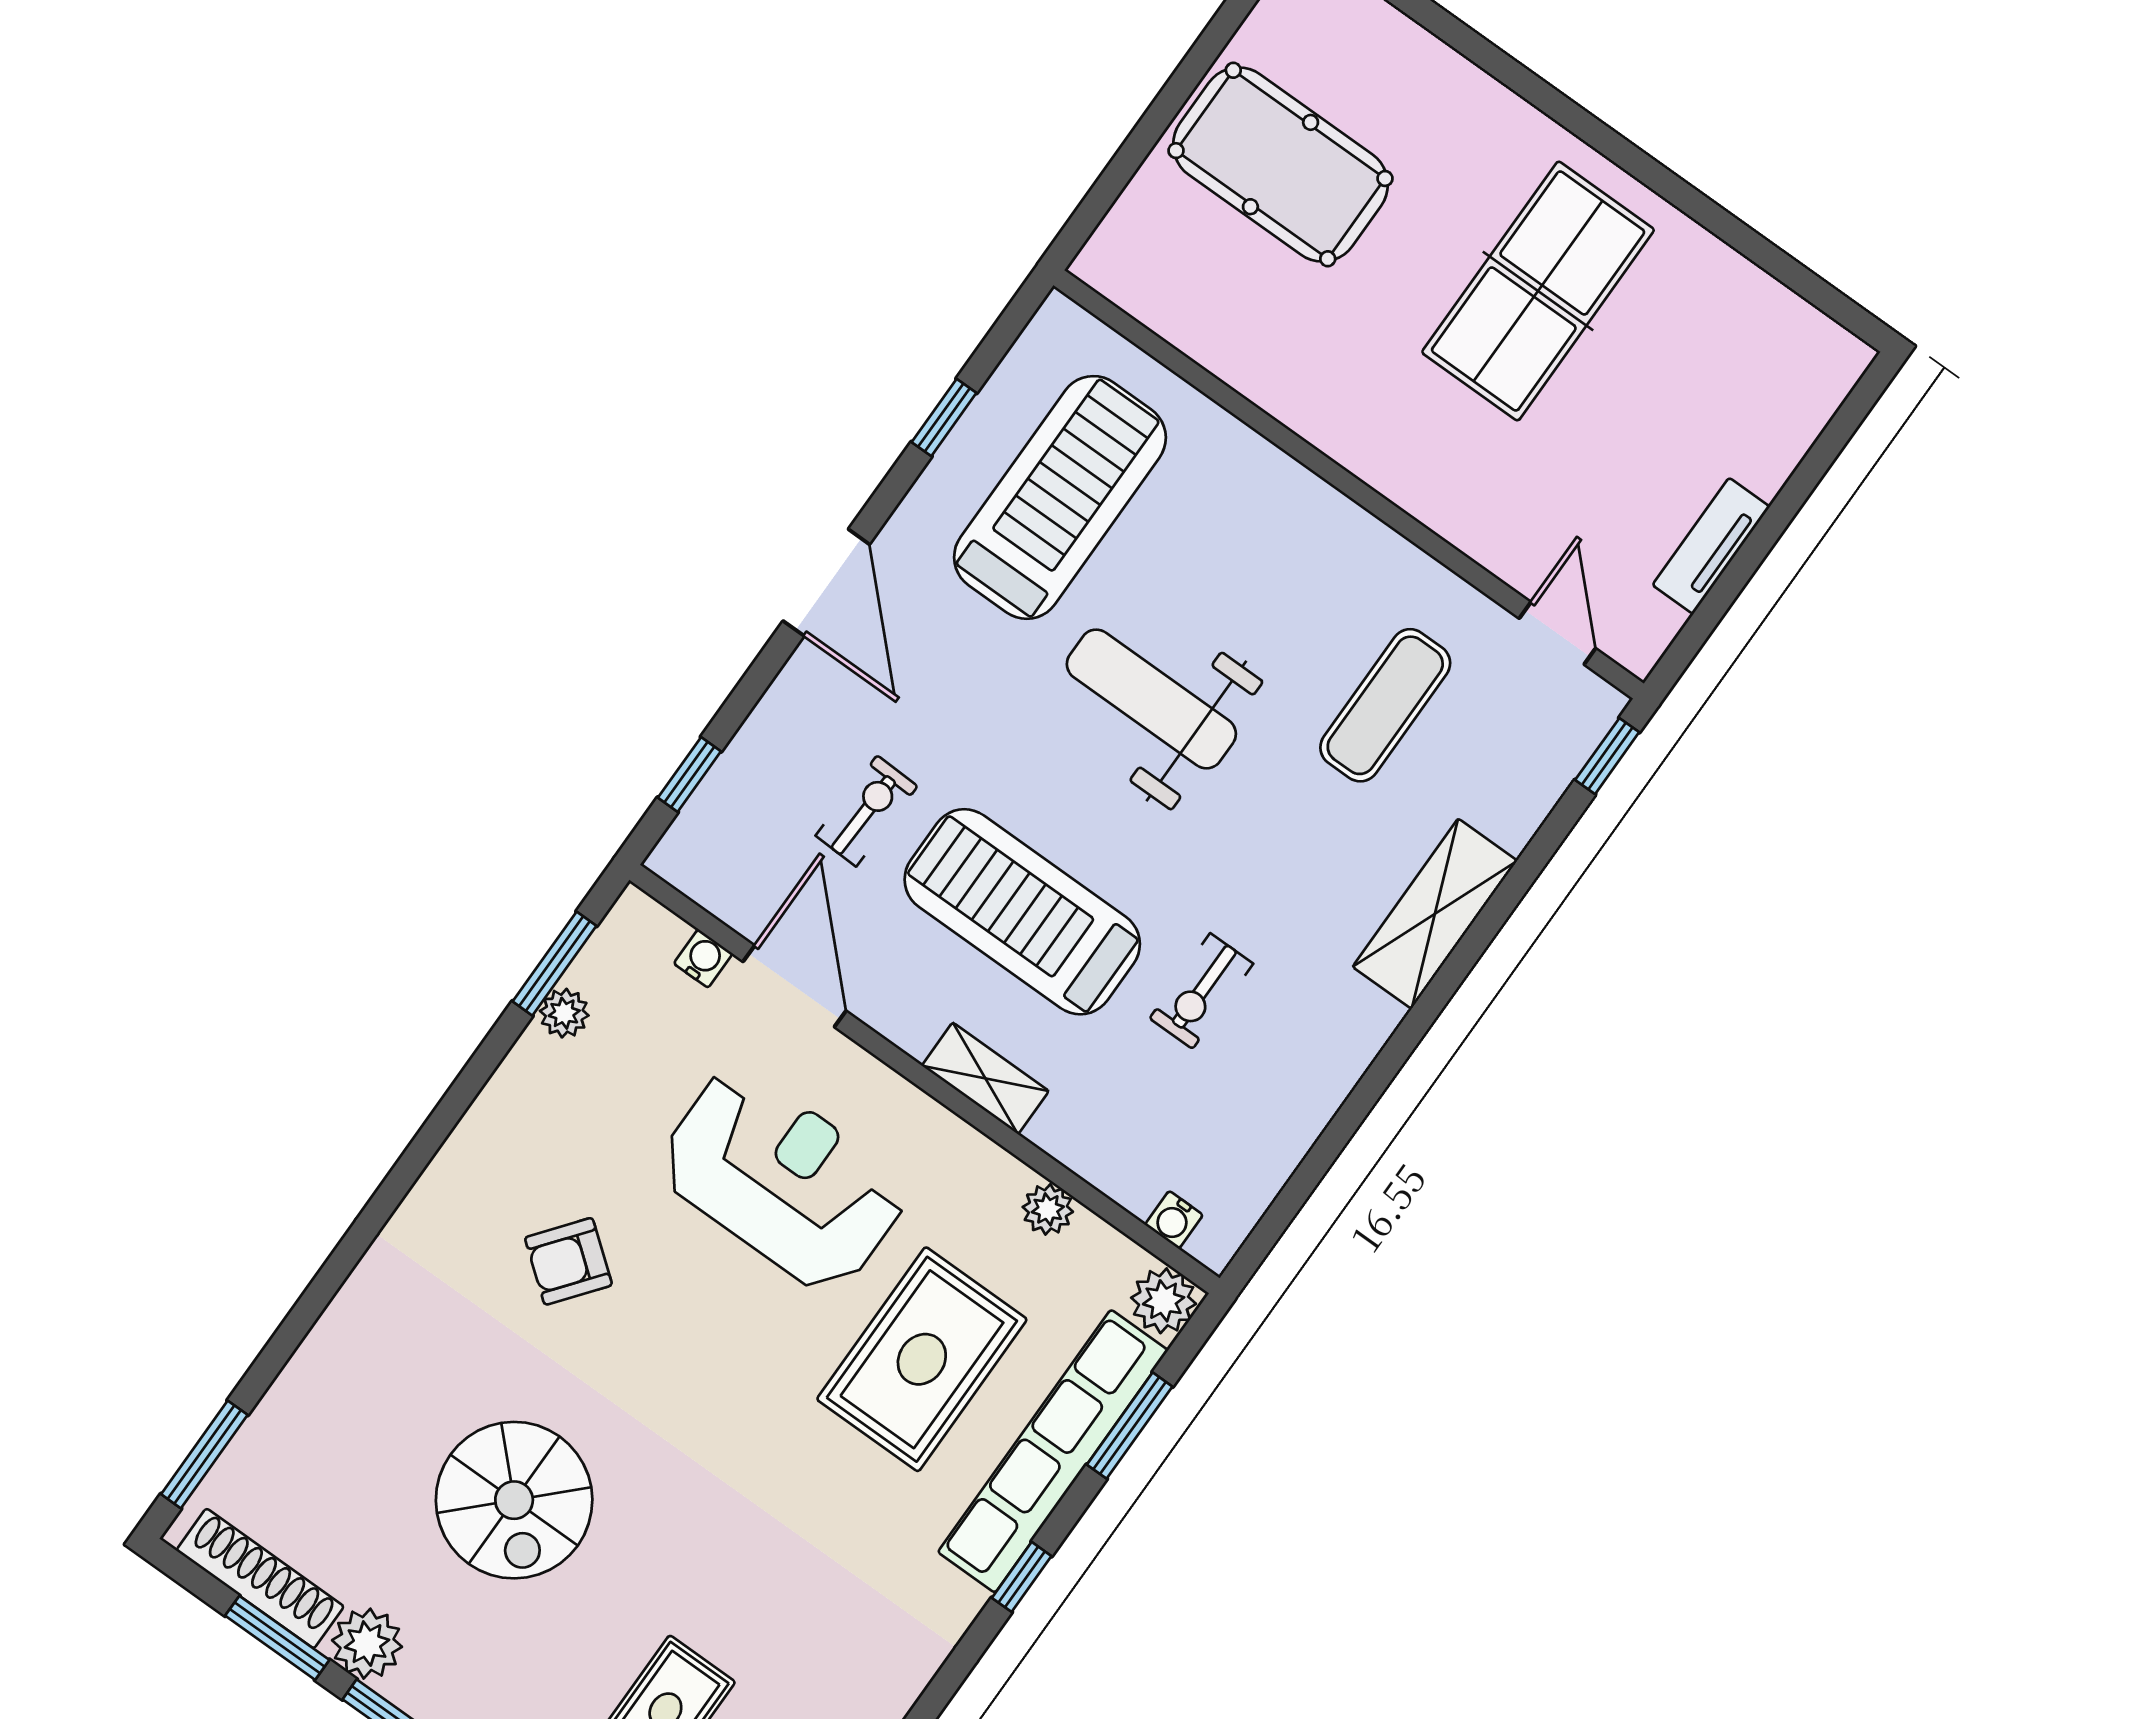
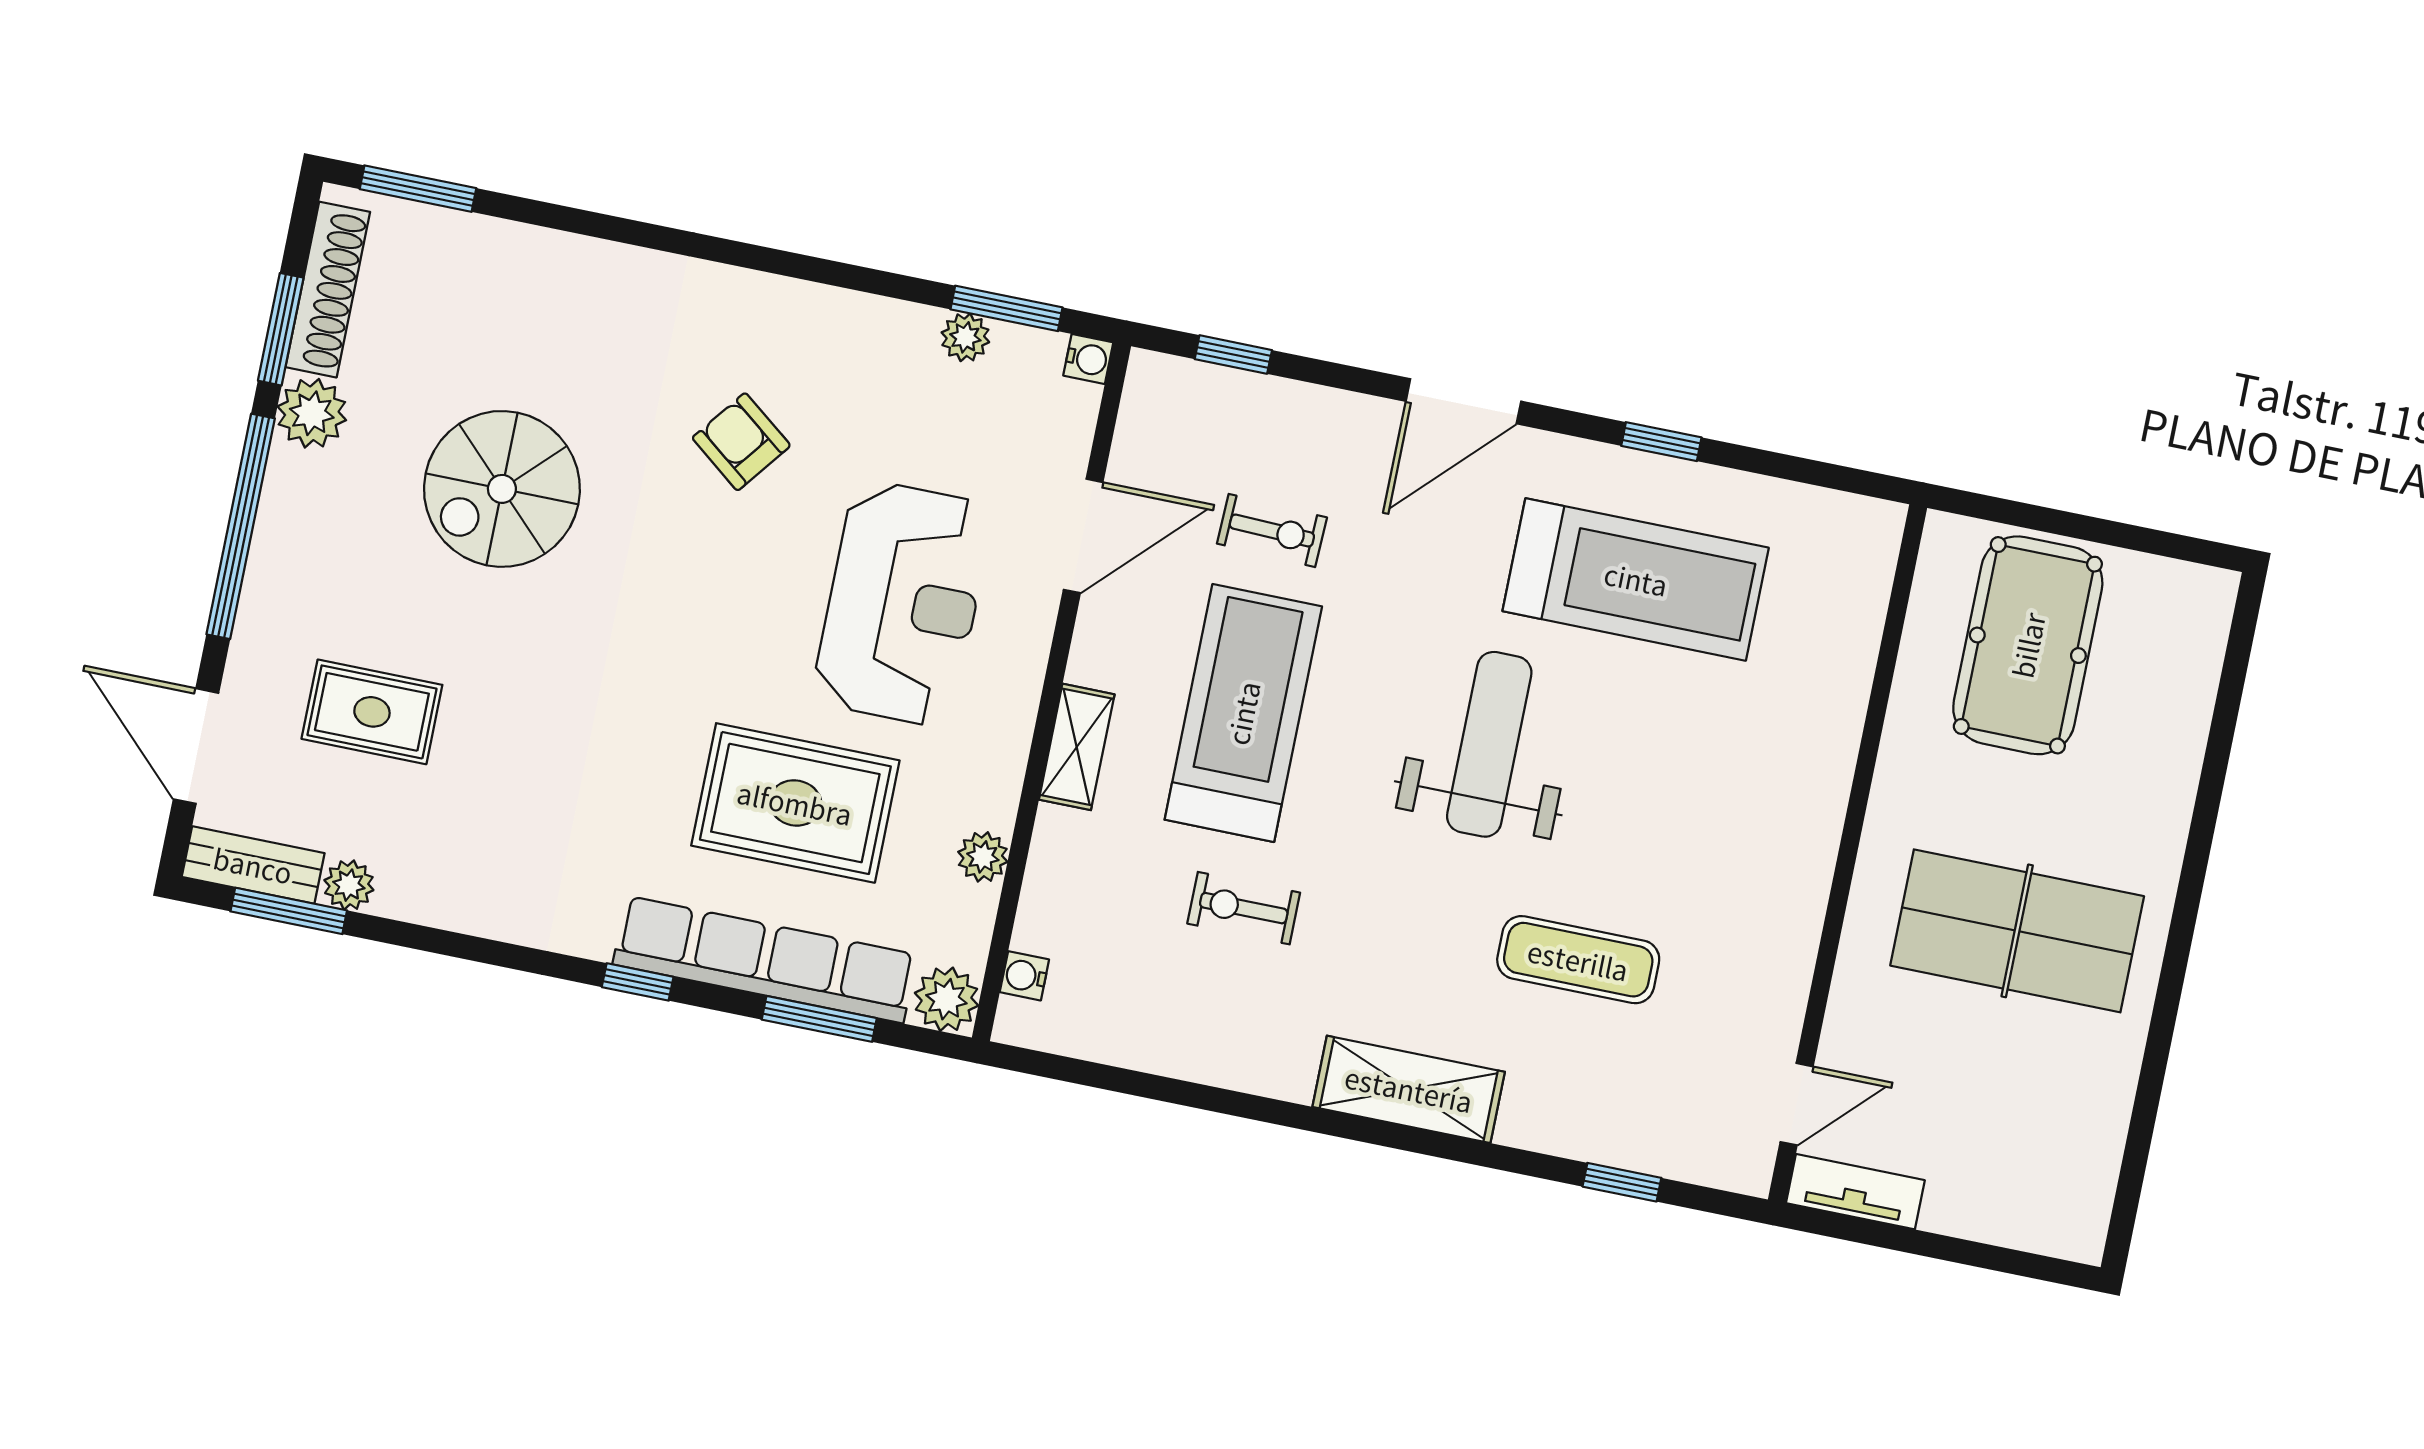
wall: (1349, 484) -> (1848, 854), moved
door: (1557, 633) -> (1797, 1104), moved
water cooler: (703, 959) -> (1088, 359), moved

